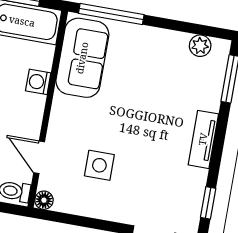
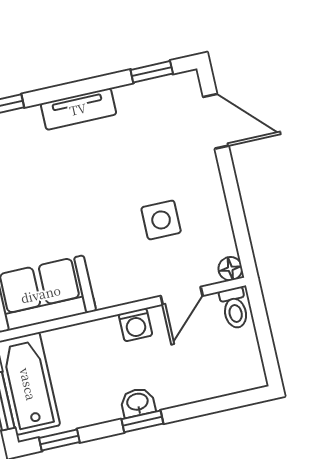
washing machine: (38, 82) -> (135, 325), moved

